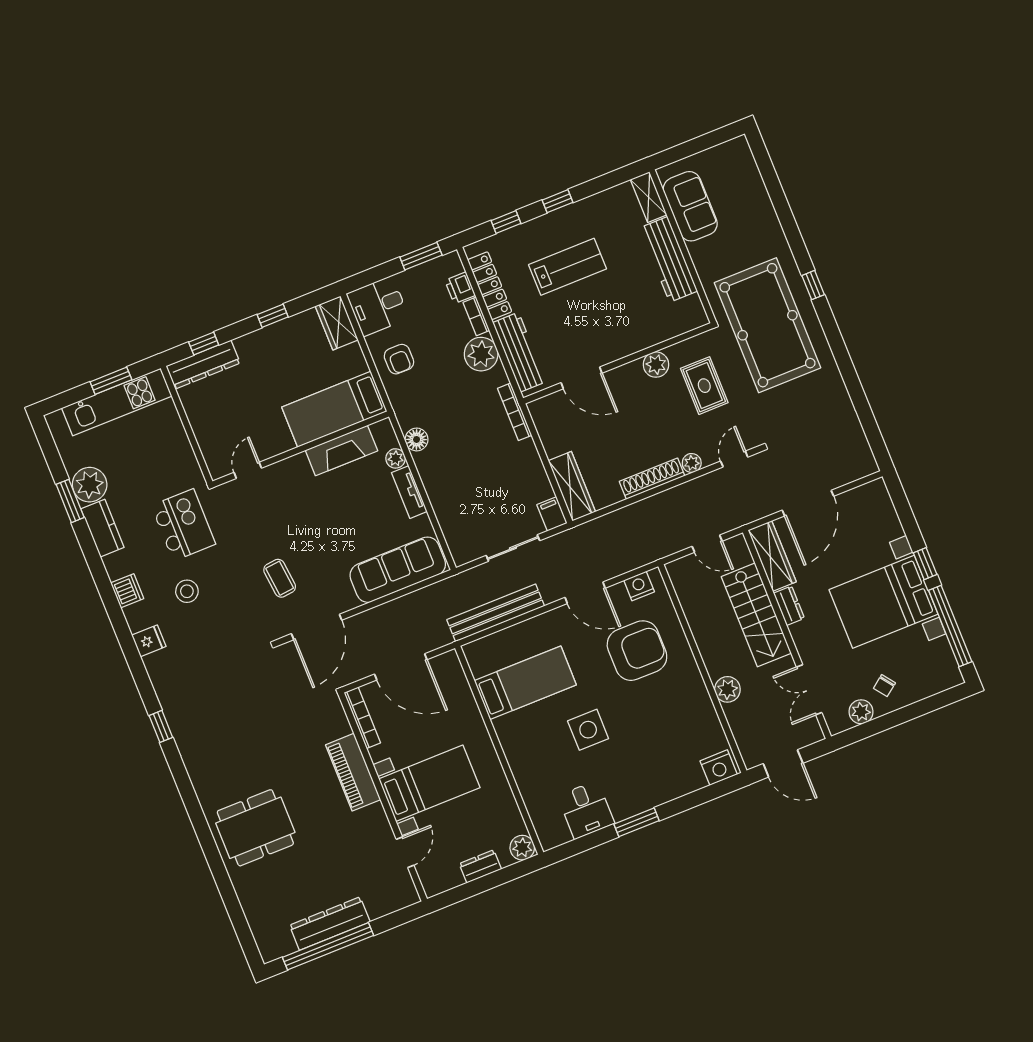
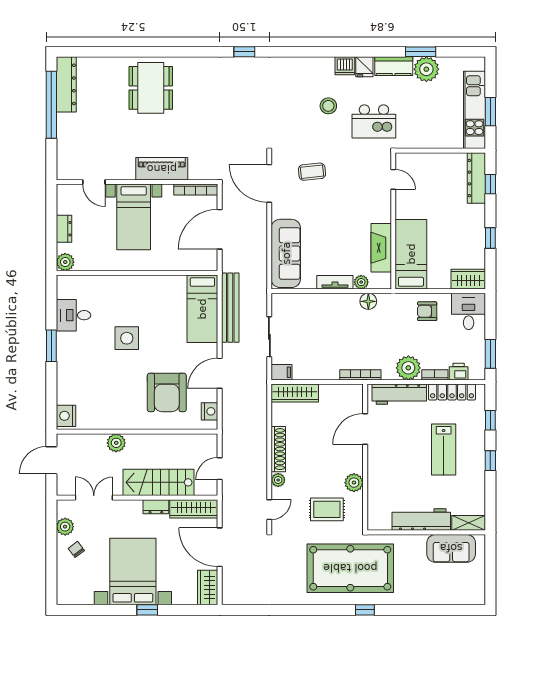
door: (734, 459) -> (269, 510), hinge flipped
wardrobe: (866, 498) -> (208, 587), added
window: (950, 626) -> (99, 610), removed
fridge: (149, 641) -> (364, 67), moved
bed: (525, 683) -> (202, 309), moved
dresser: (330, 924) -> (66, 84), moved

